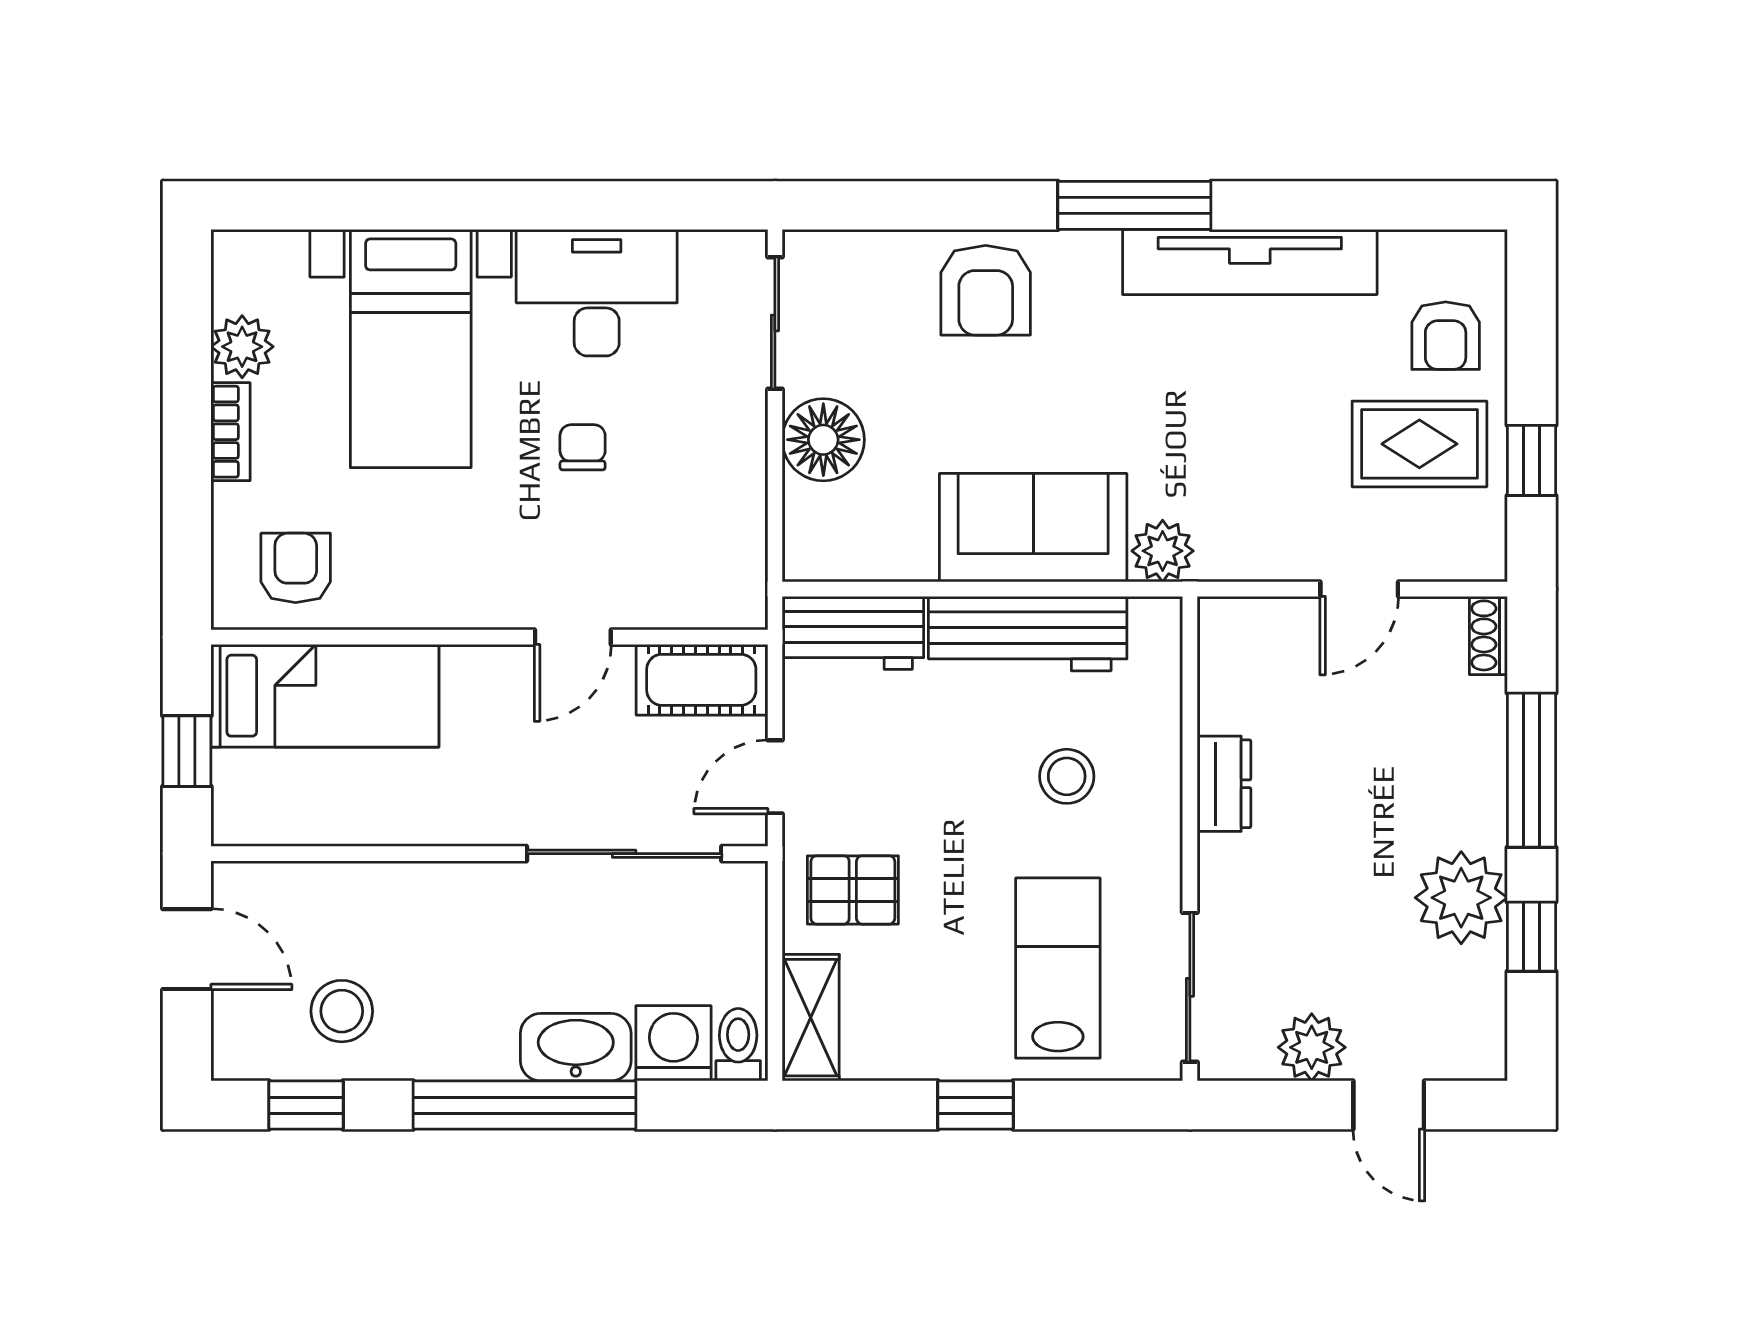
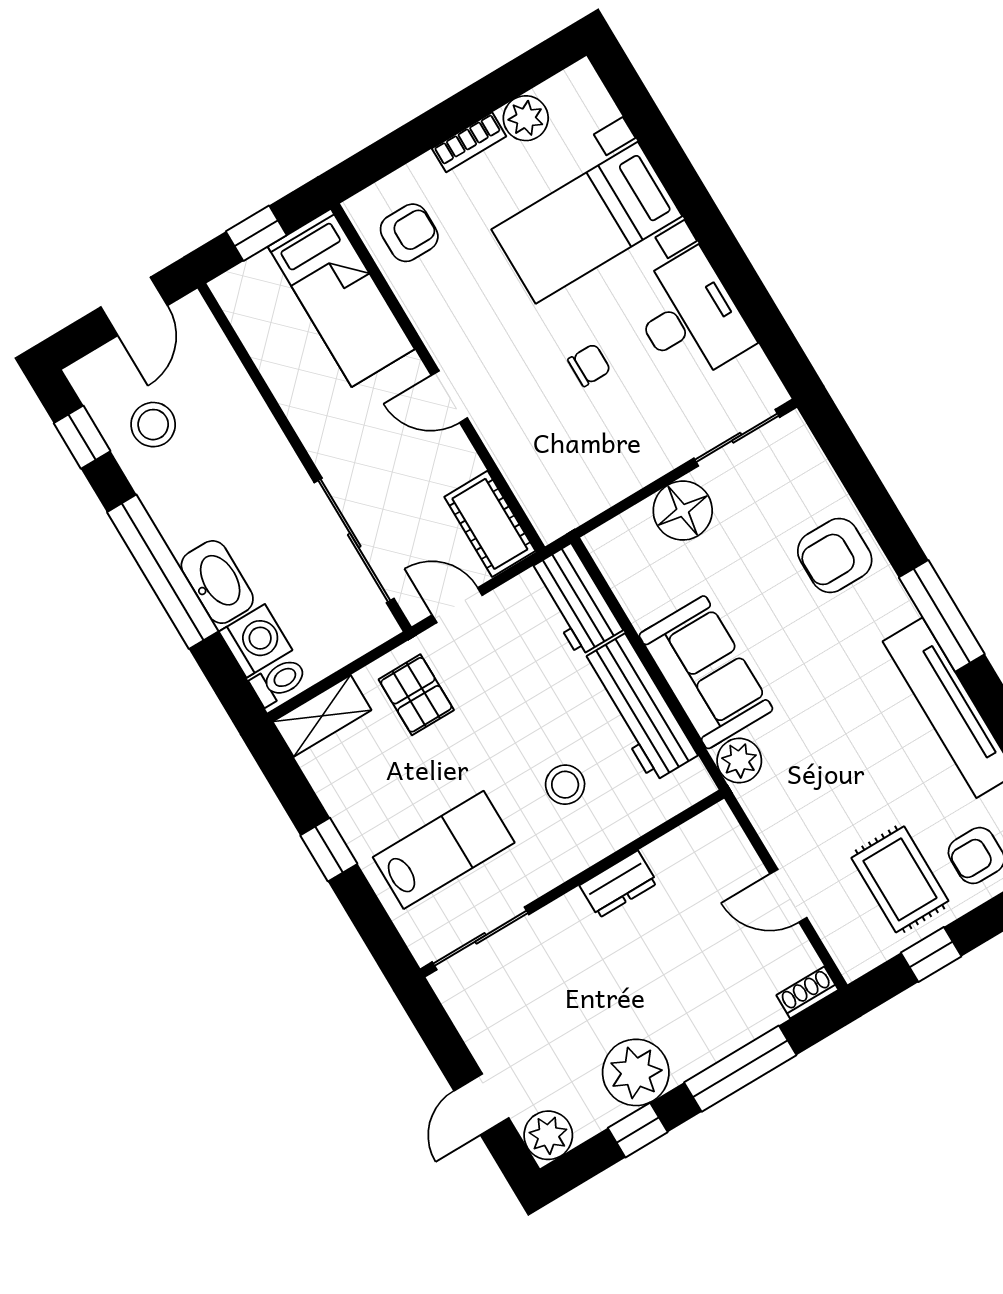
door: (573, 637) -> (449, 397), moved
plant: (1312, 1047) -> (548, 1135), moved

